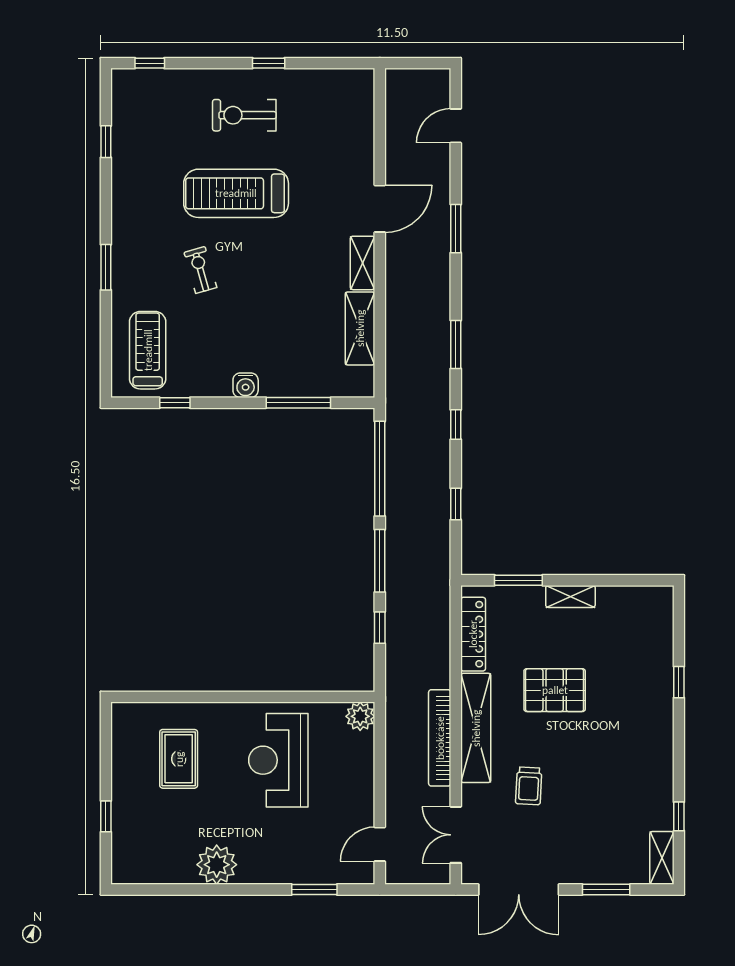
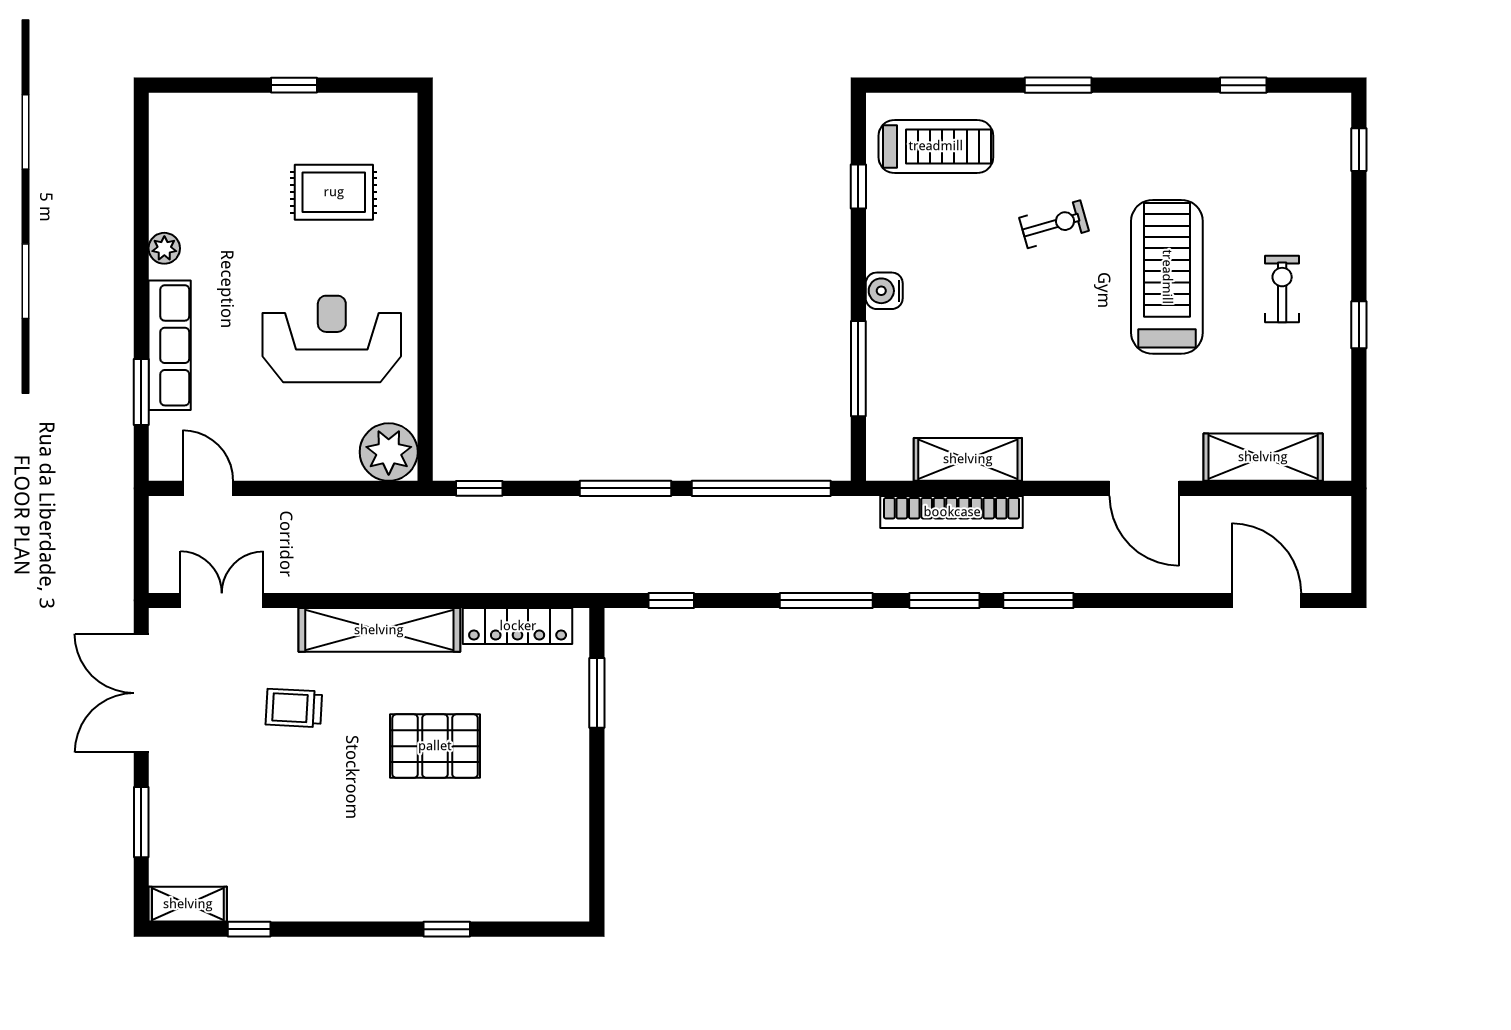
exercise bike: (244, 115) -> (1282, 289), width x0.73, depth x0.72
door: (456, 126) -> (1266, 600), width x1.38
window: (456, 229) -> (1038, 600), moved
shelving: (363, 263) -> (1263, 457), moved, width x1.50, depth x1.33
window: (456, 425) -> (826, 600), width x2.17
window: (456, 504) -> (671, 600), moved
shelving: (570, 596) -> (573, 769), removed
window: (380, 628) -> (479, 488), moved
pallet: (555, 690) -> (435, 746), turned 90
plant: (360, 716) -> (389, 452), width x1.36, depth x1.36
bookcase: (440, 738) -> (952, 512), moved, turned 180
window: (106, 816) -> (294, 85), moved
plant: (217, 865) -> (164, 248), width x0.53, depth x0.53
row of seats: (283, 870) -> (170, 345), added

